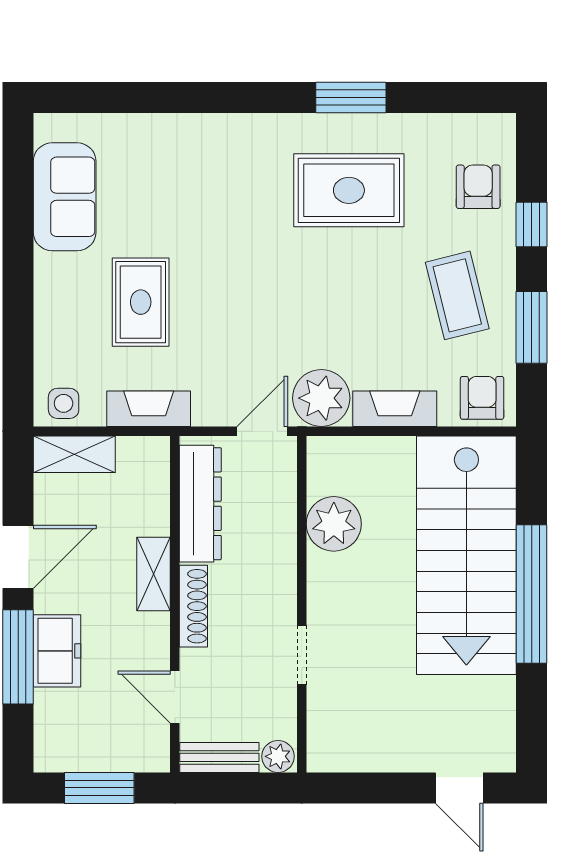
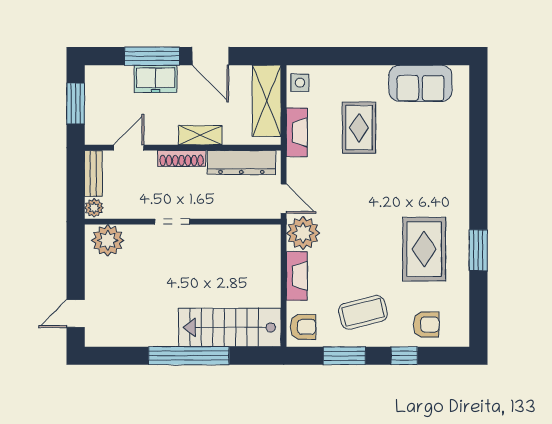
rug: (141, 302) -> (359, 128), turned 90
shelving: (74, 454) -> (267, 101), width x1.50, depth x1.33
plant: (334, 524) -> (108, 240), moved
stairs: (466, 555) -> (230, 327), width x0.73, depth x0.66
doorway: (302, 655) -> (172, 222), moved

